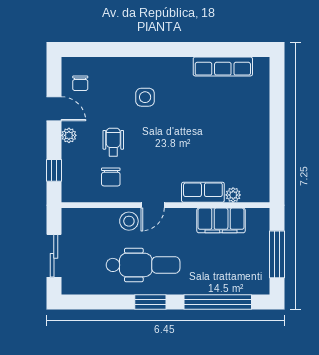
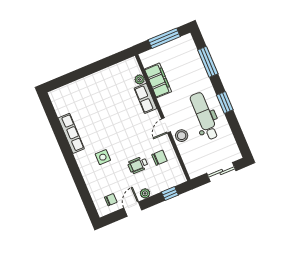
row of seats: (223, 66) -> (71, 133), moved
door: (153, 205) -> (166, 125), swing flipped
window: (218, 302) -> (208, 62), width x0.68

